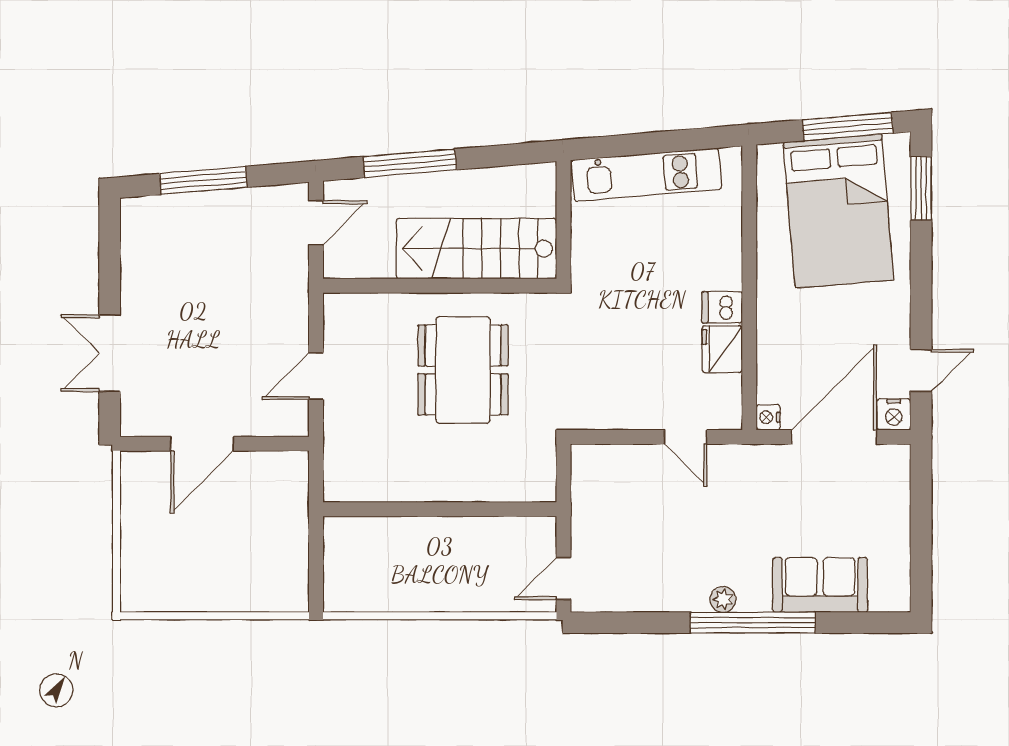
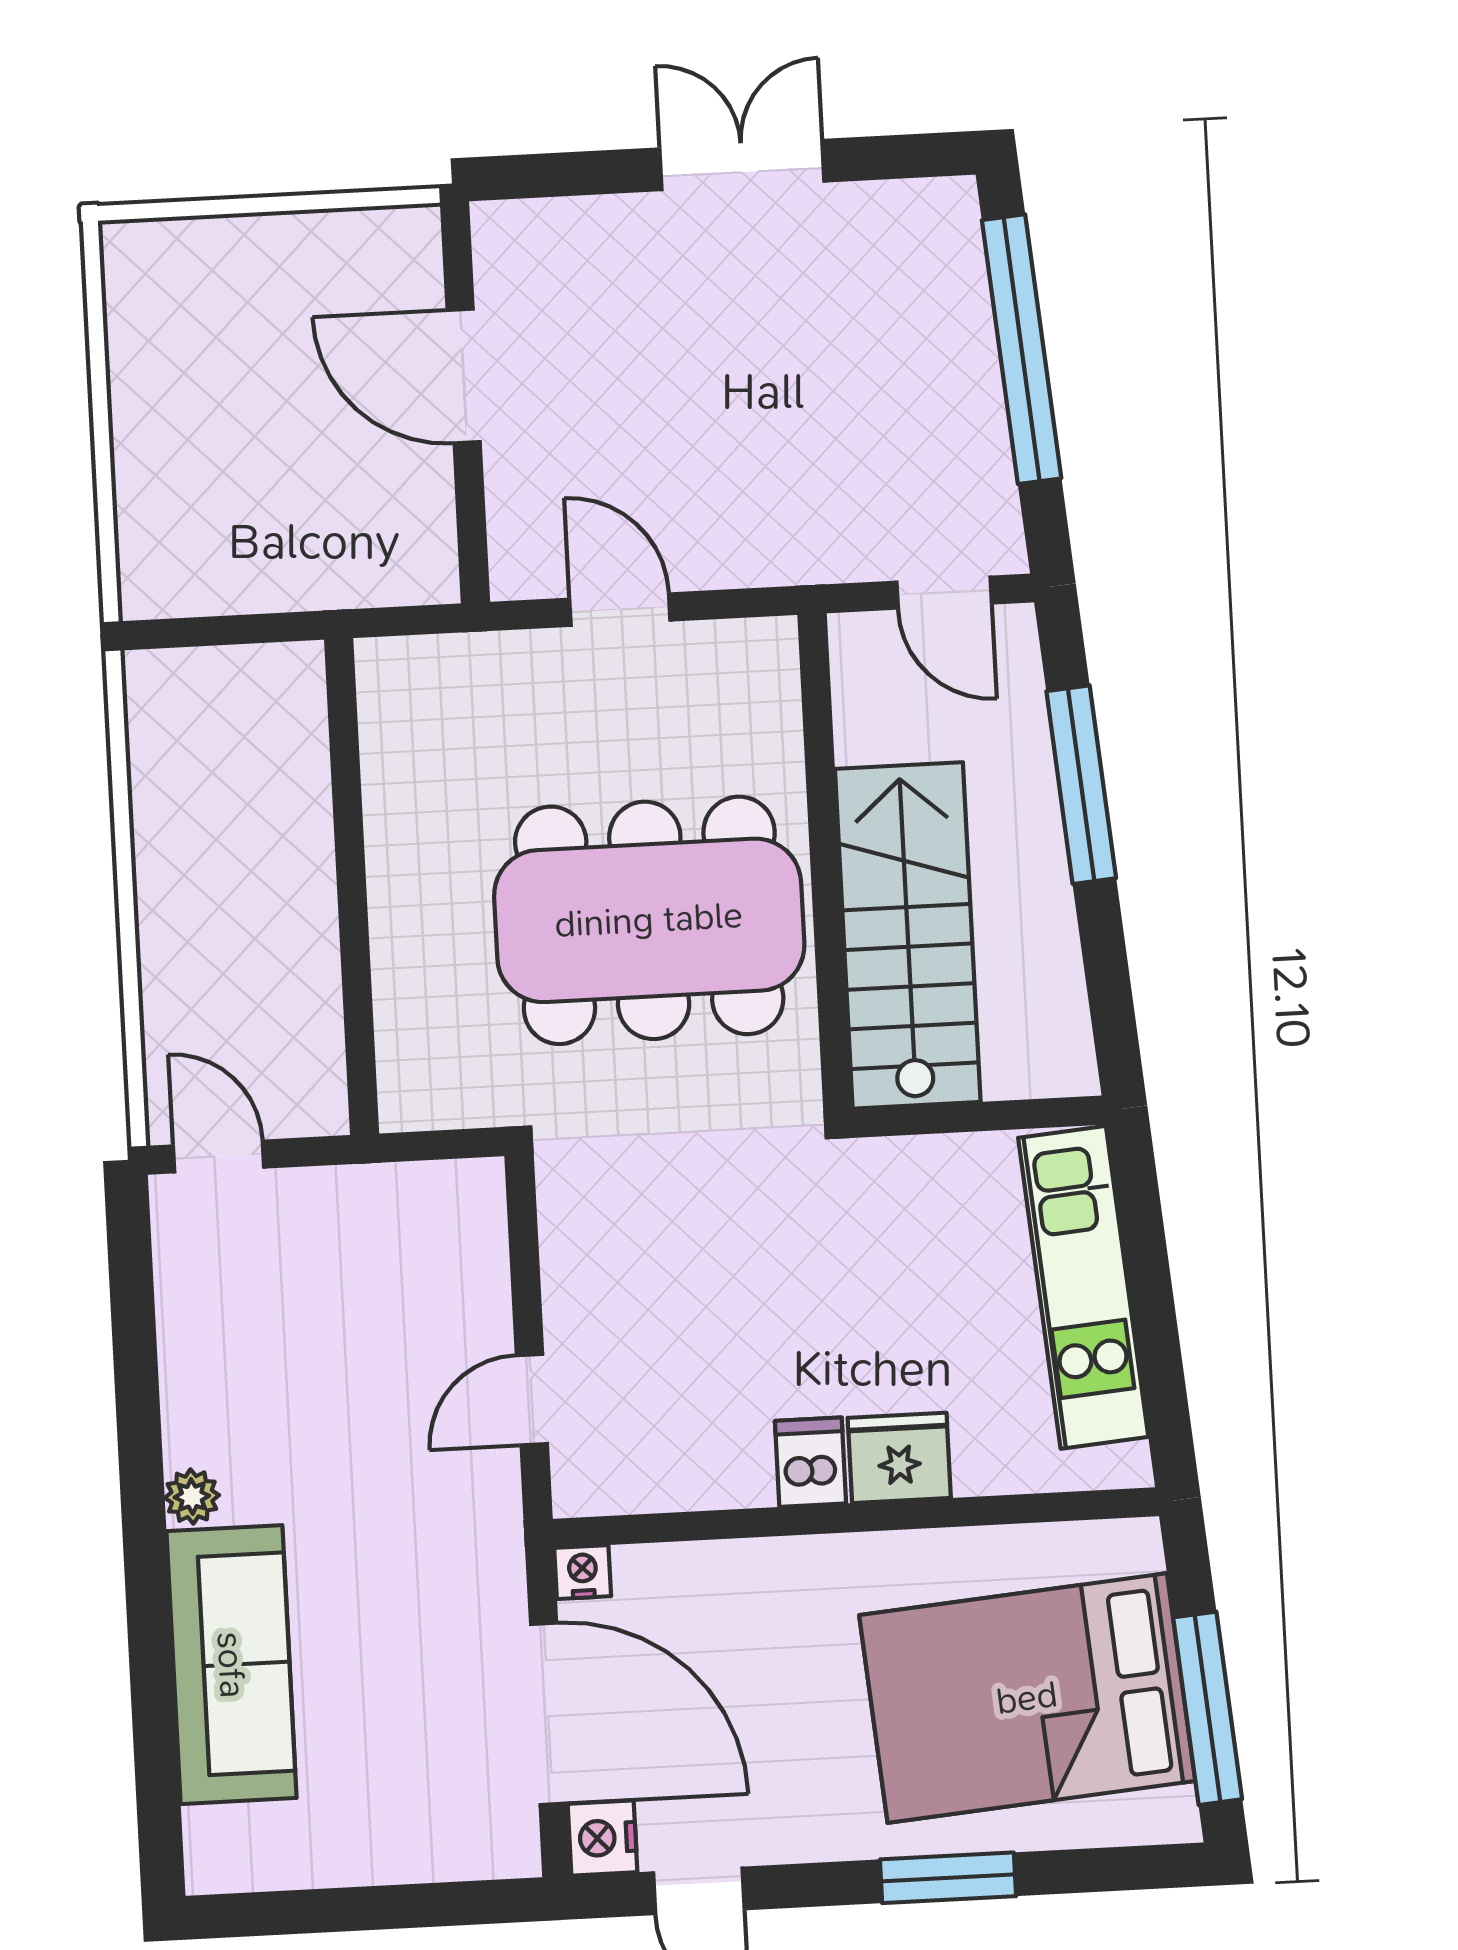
window: (203, 180) -> (1022, 349), width x1.46
window: (921, 188) -> (948, 1878), moved
fridge: (722, 349) -> (899, 1458), moved
double door: (110, 353) -> (742, 165), moved
dining table: (463, 370) -> (649, 920), width x1.36, depth x1.24
sofa: (820, 585) -> (231, 1665), width x1.36
window: (753, 623) -> (146, 1562), removed

